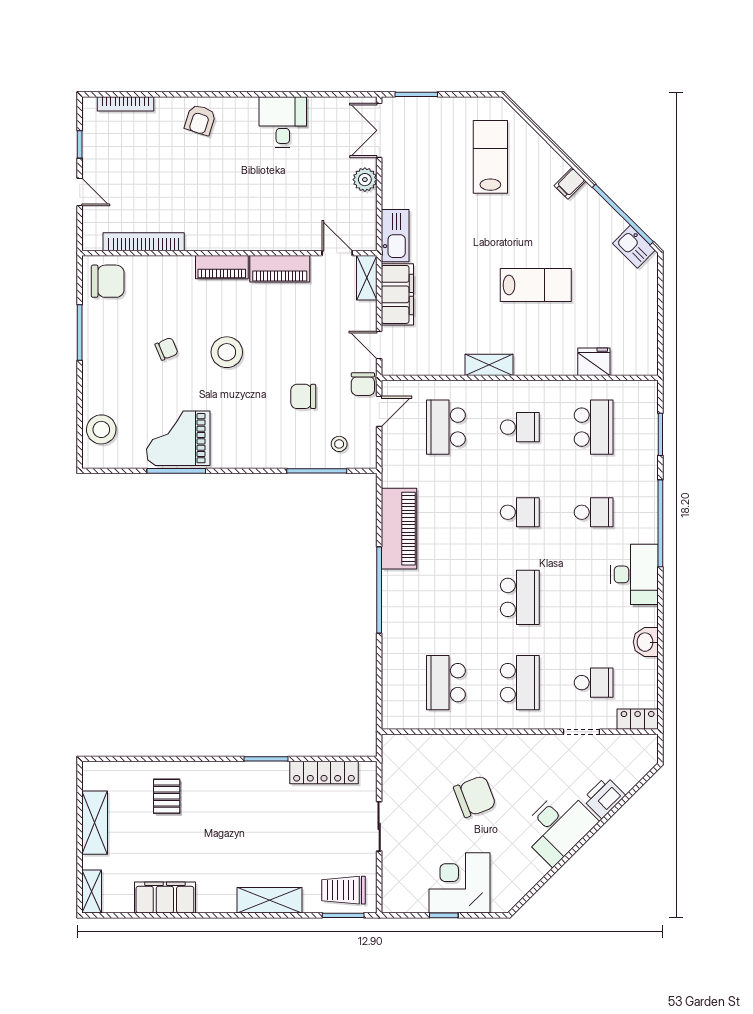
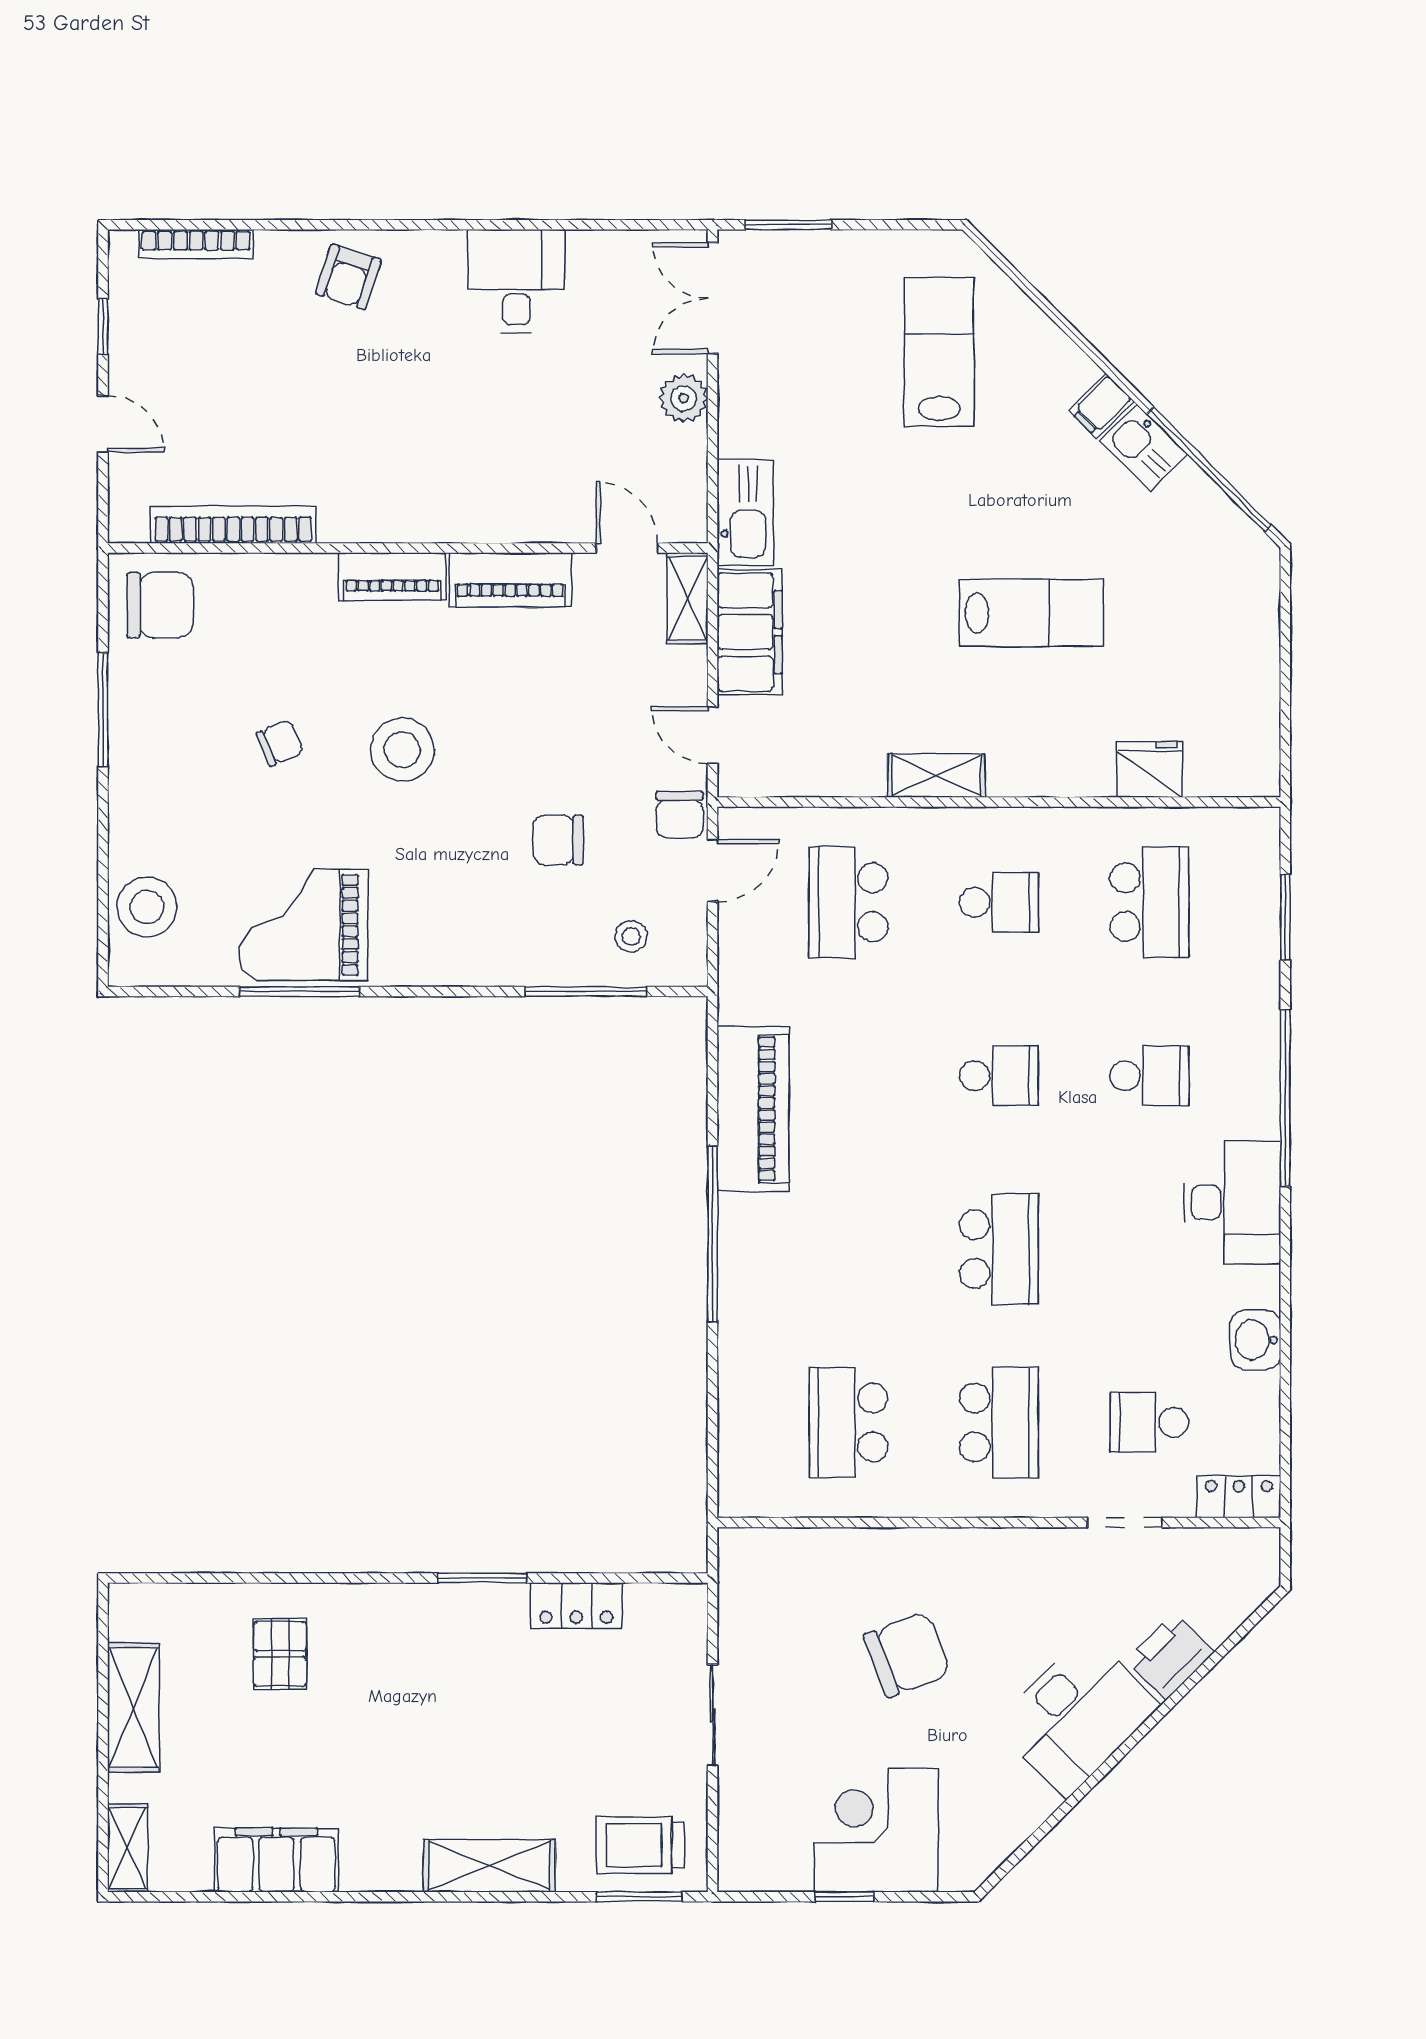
kitchen sink: (634, 247) -> (1144, 448), moved
school desk: (594, 683) -> (1149, 1422), turned 180
locker: (324, 773) -> (576, 1606), width x0.66

